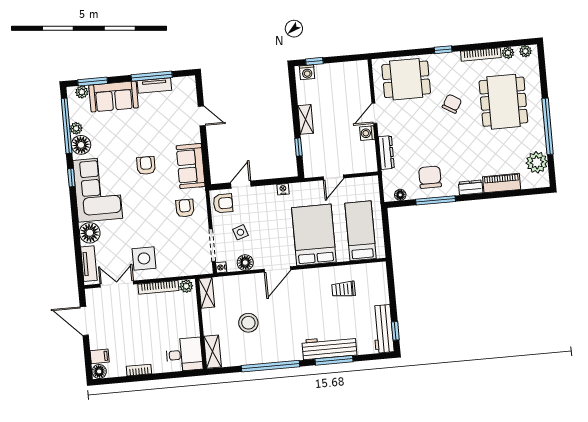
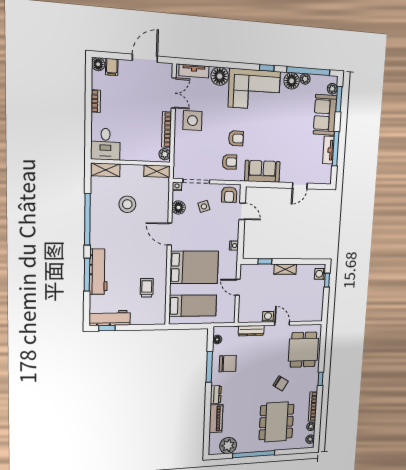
dining table: (503, 102) -> (276, 422), turned 90
armchair: (146, 165) -> (236, 138), moved

